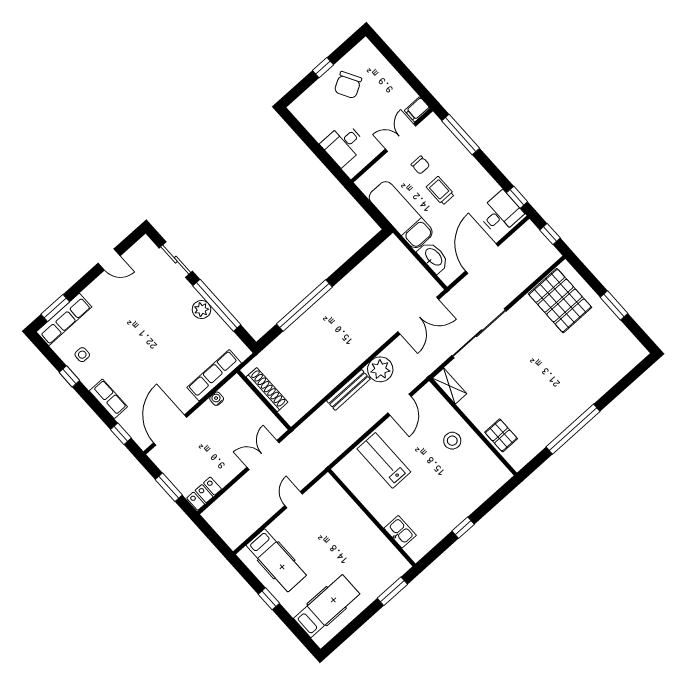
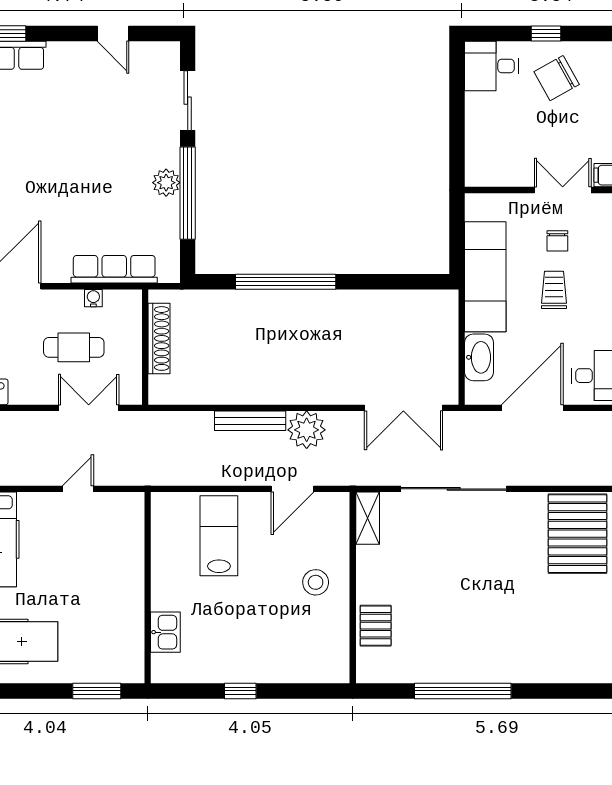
desk: (343, 145) -> (492, 66), moved
cafe table: (229, 432) -> (74, 347), added

